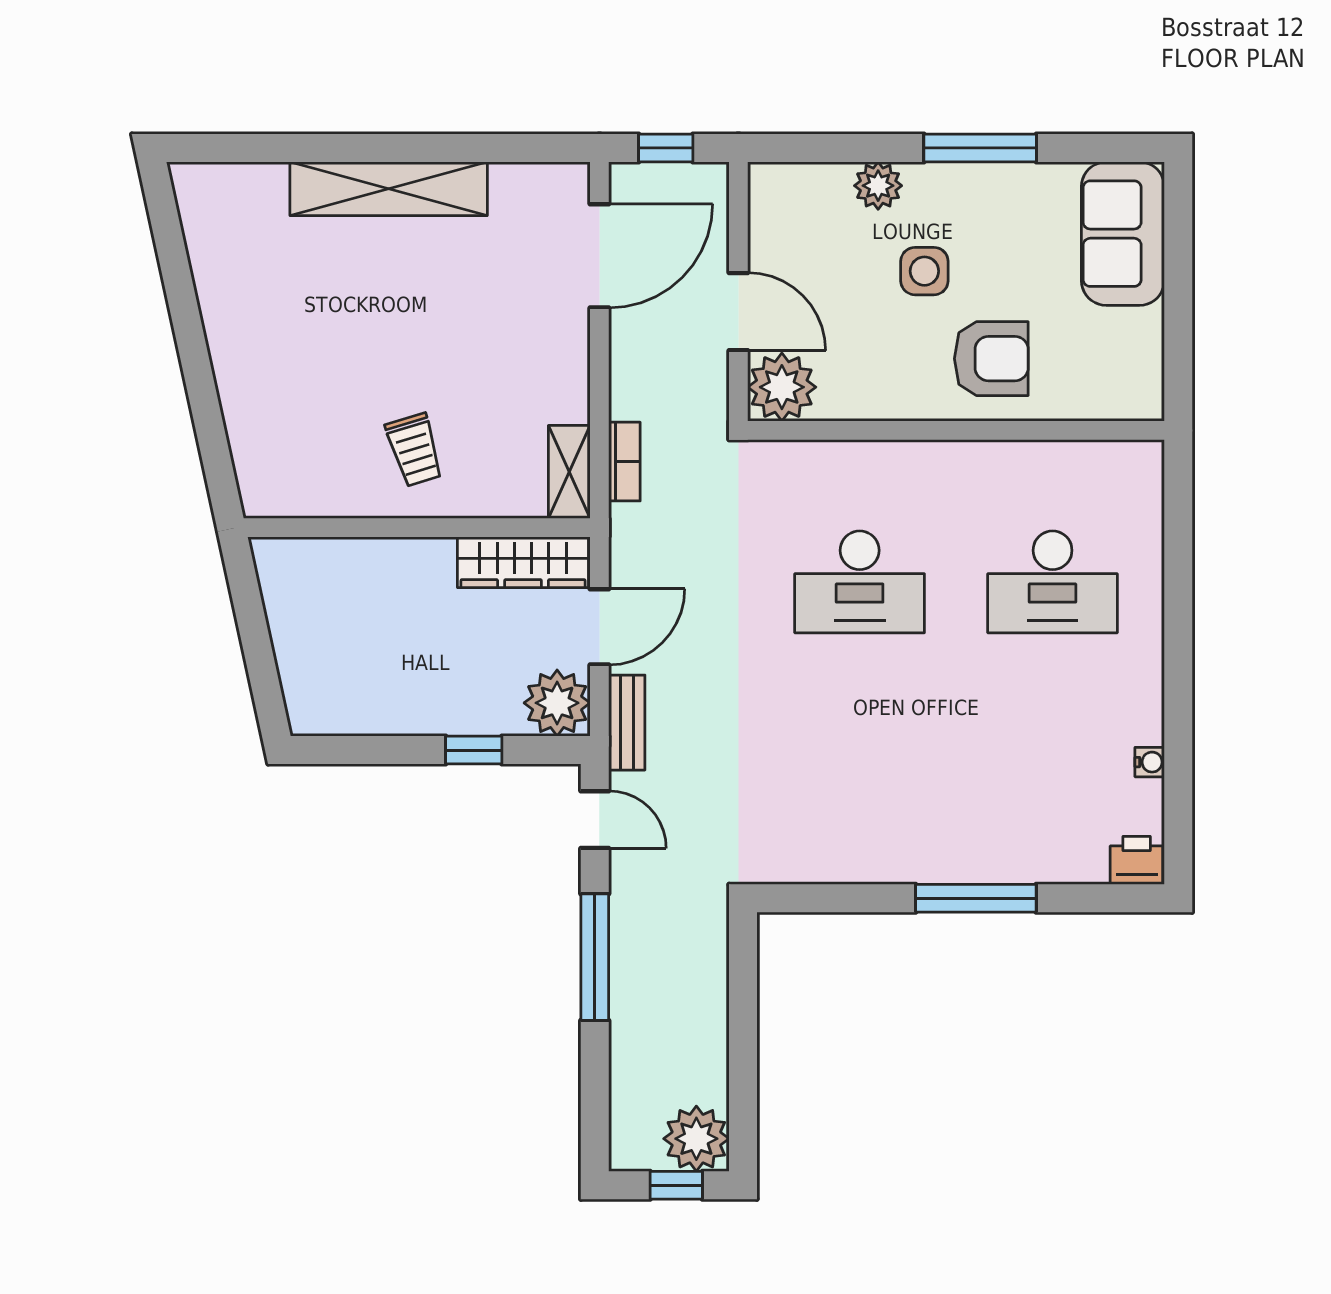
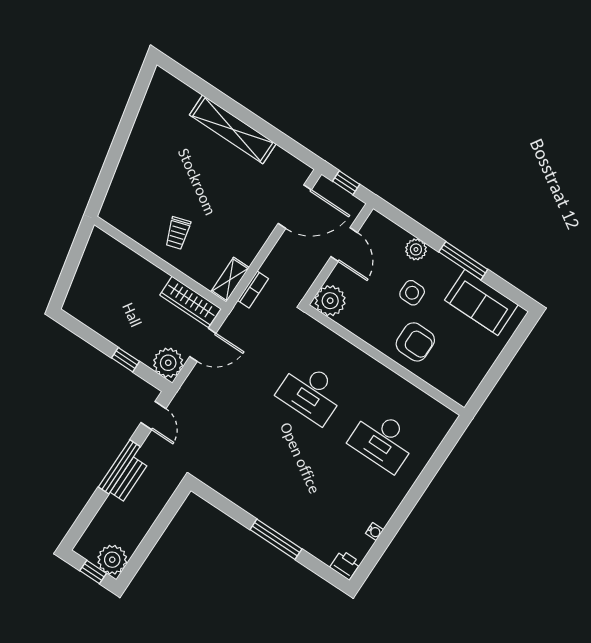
sofa: (1123, 234) -> (481, 302), moved, turned -90
door: (738, 312) -> (344, 245), moved
bench: (627, 723) -> (128, 479), moved

